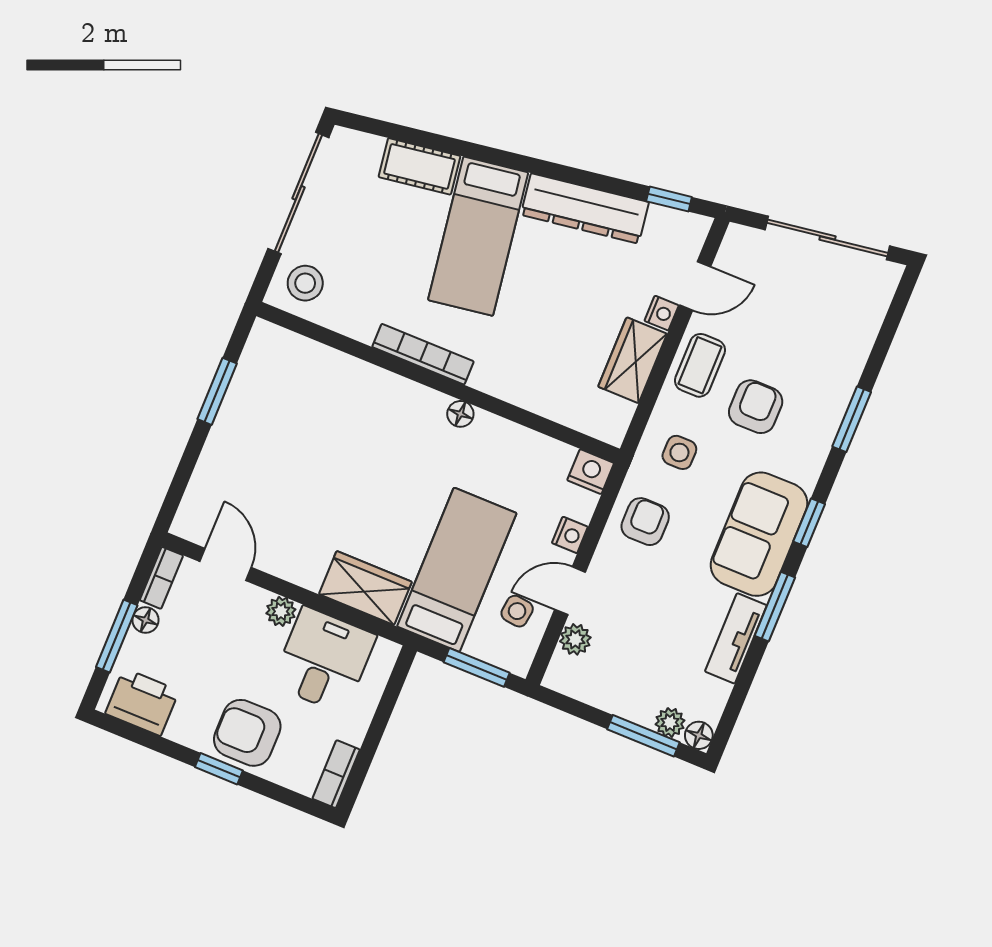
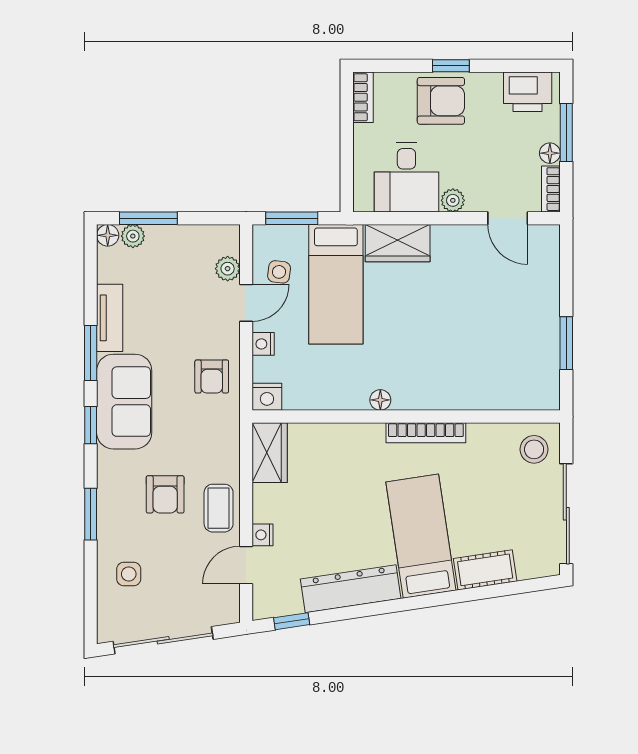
wardrobe: (633, 360) -> (270, 453), moved
side table: (679, 452) -> (129, 574), moved

